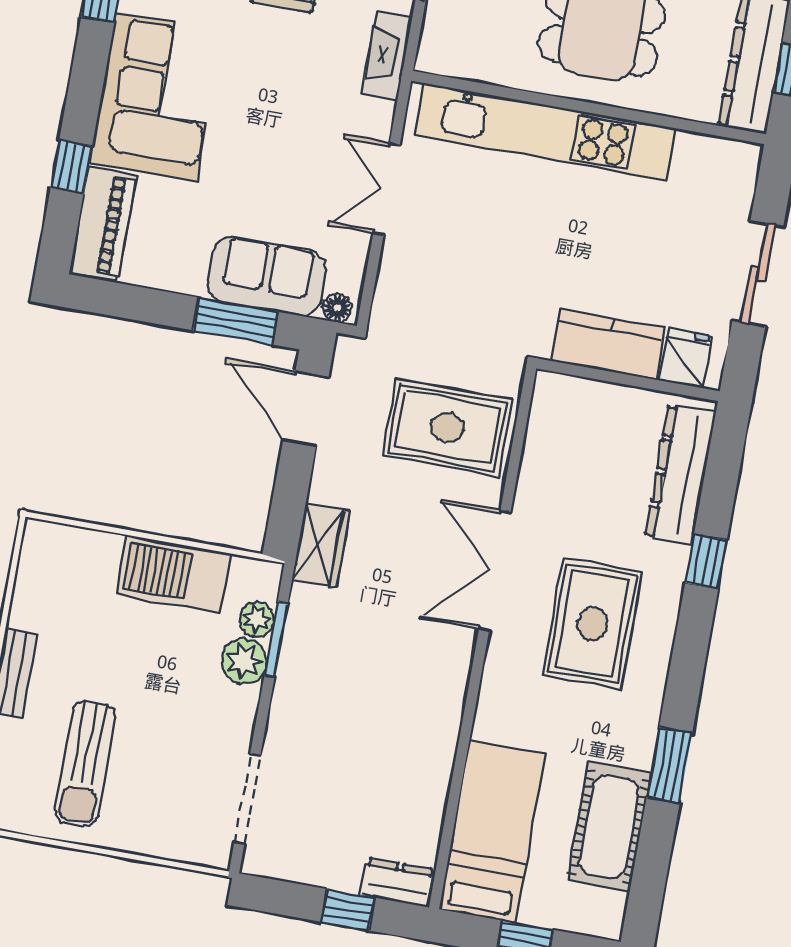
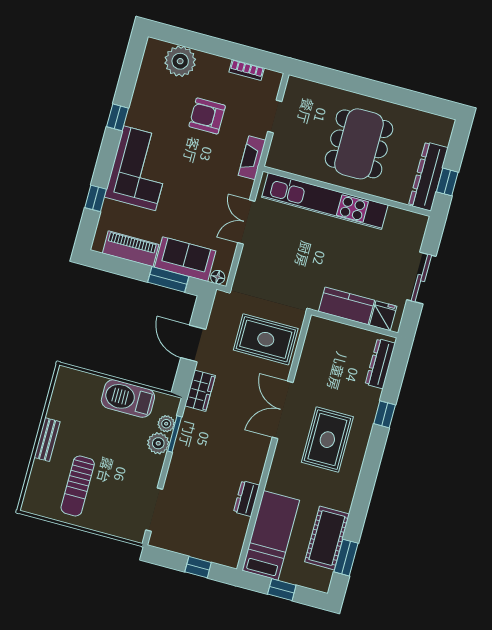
piano: (103, 224) -> (131, 249), moved, turned -90
door: (306, 408) -> (193, 344), moved
dresser: (680, 475) -> (380, 364), width x0.73, depth x0.80
window: (669, 765) -> (346, 558), moved
dresser: (398, 882) -> (247, 499), moved, turned -90

